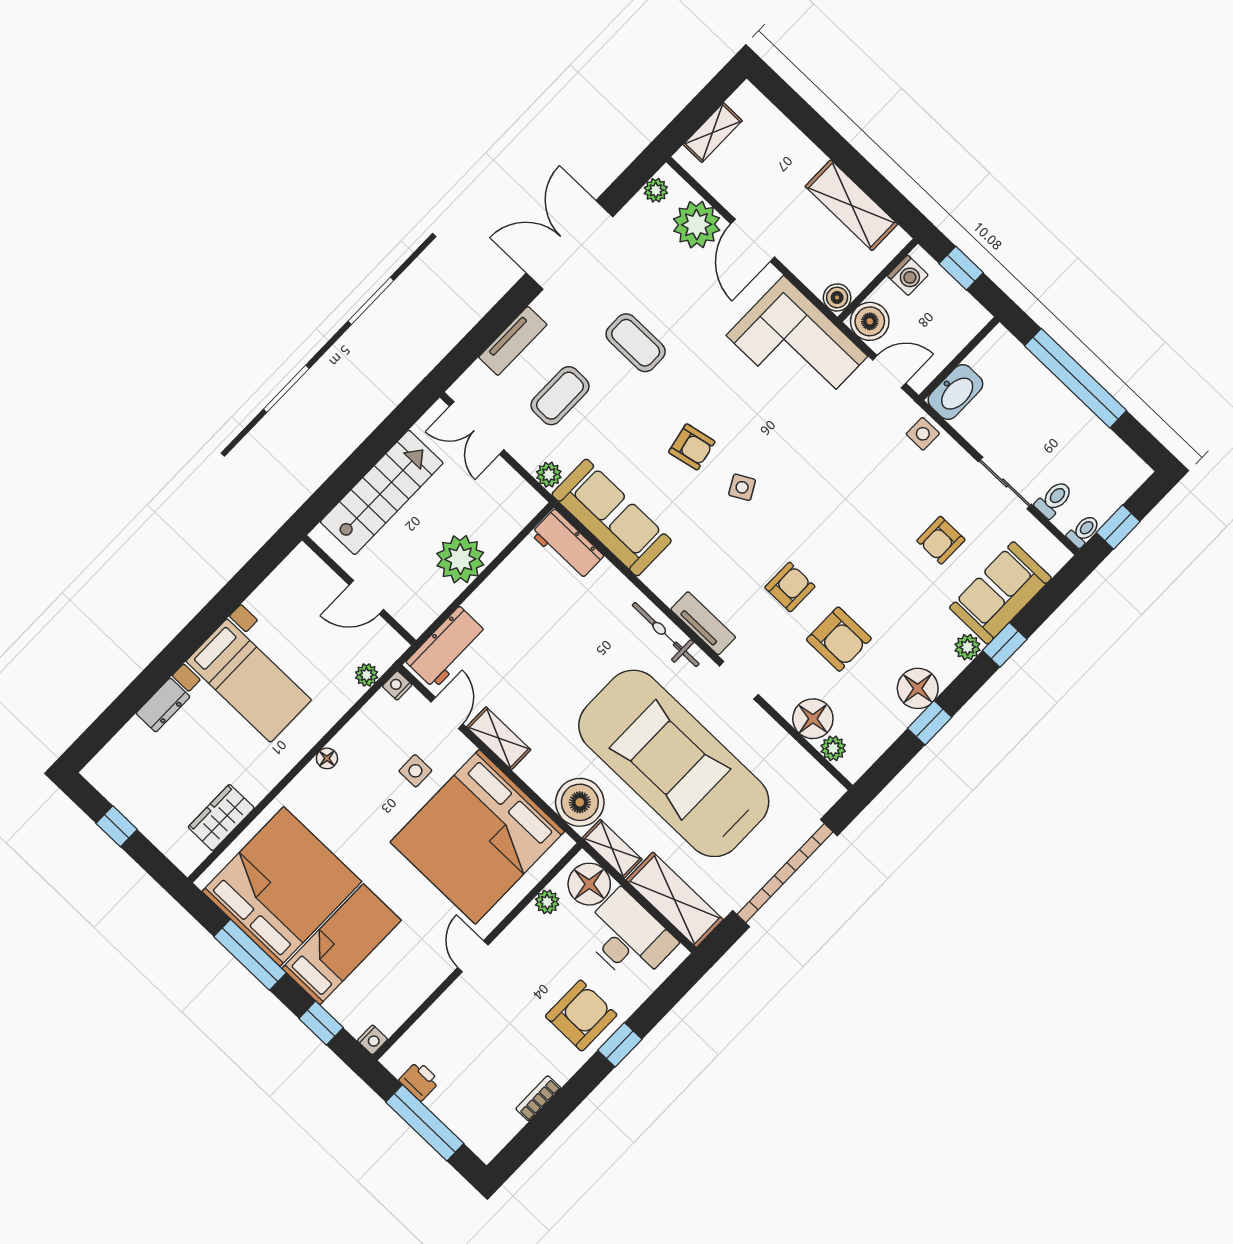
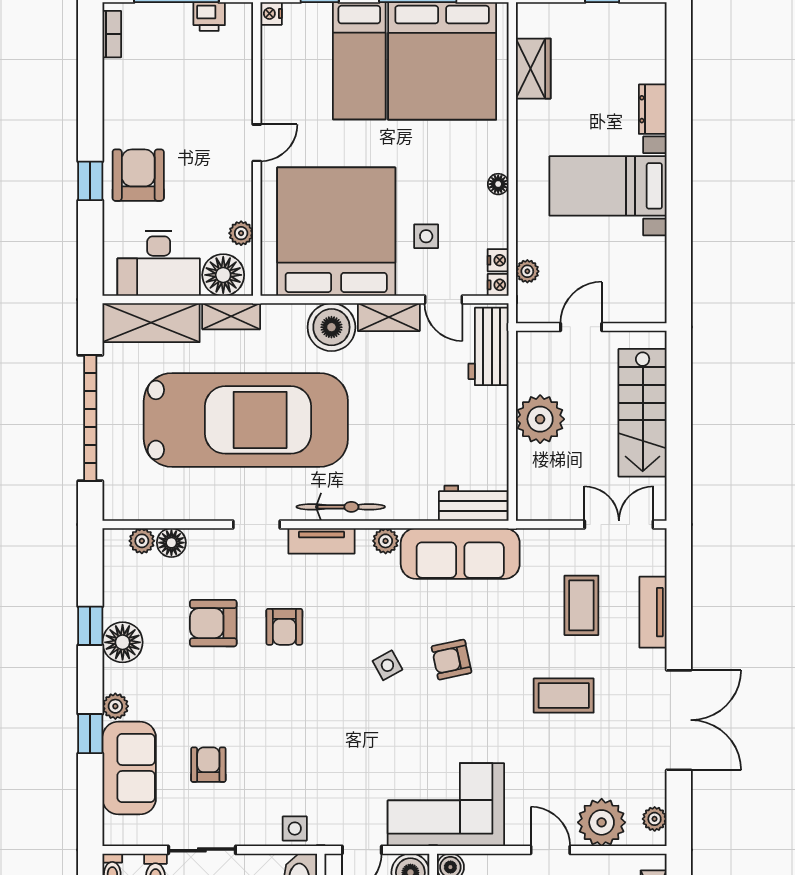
door: (753, 240) -> (550, 850), width x0.73
plant: (549, 475) -> (386, 541), moved
nightstand: (380, 703) -> (498, 260), added
floor lamp: (813, 719) -> (171, 543), width x0.73, depth x0.73
boiler: (580, 802) -> (331, 327), moved
door: (473, 956) -> (257, 143), hinge flipped
armchair: (581, 1016) -> (138, 175), turned 180
bookcase: (538, 1098) -> (112, 34), moved

